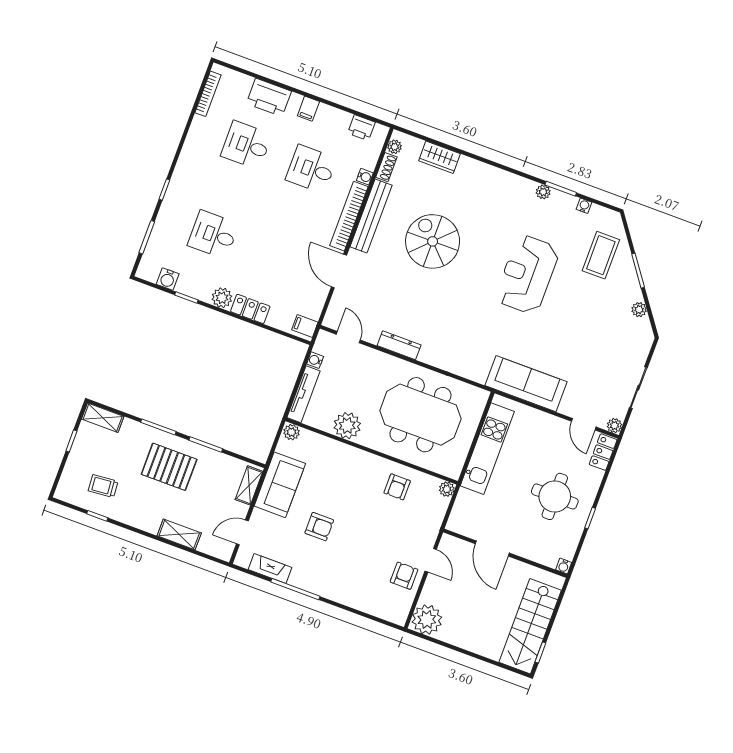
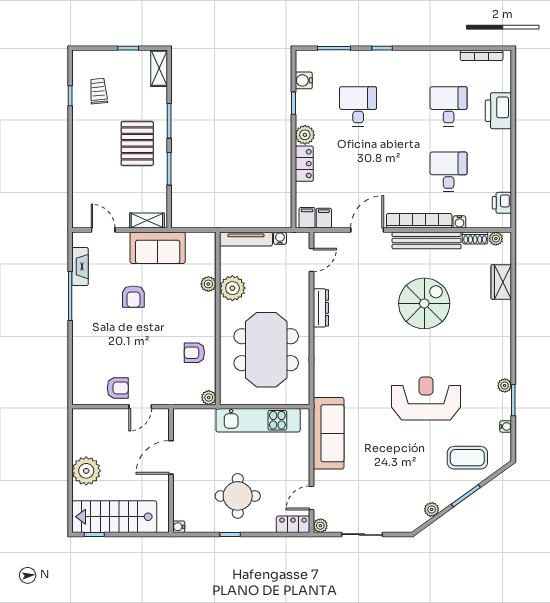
filing cabinet: (308, 109) -> (324, 218), moved, turned 90
plant: (292, 432) -> (208, 284), moved
shelving: (179, 534) -> (80, 175), removed
plant: (427, 620) -> (86, 471), moved

